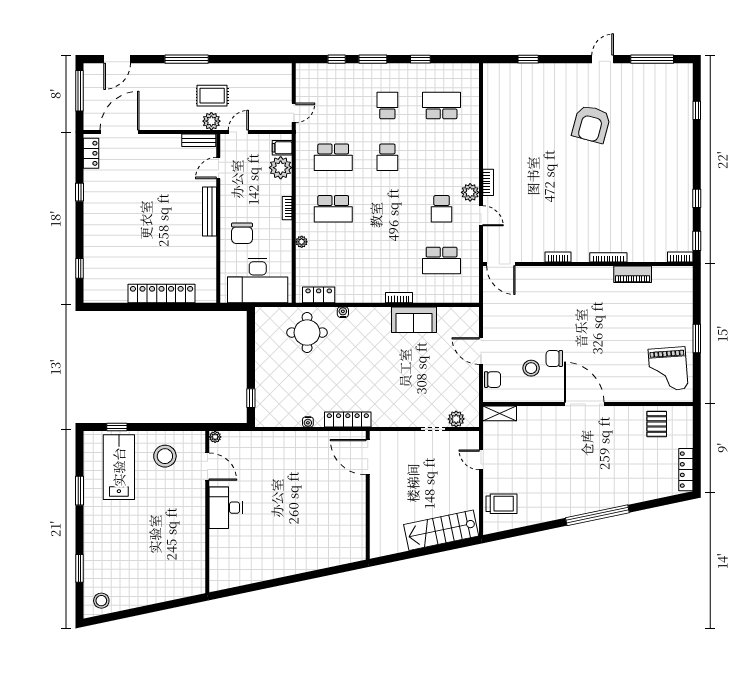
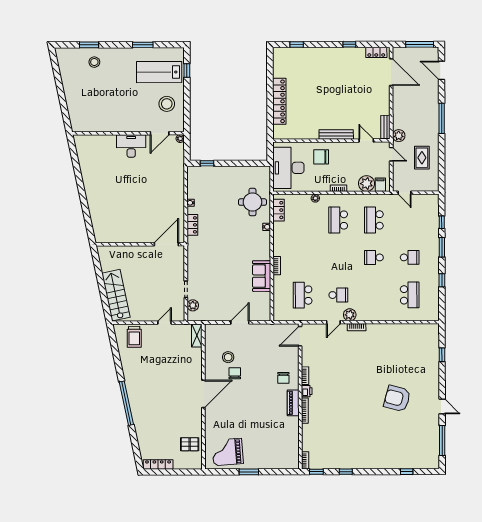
rug: (212, 96) -> (422, 158), moved
school desk: (442, 209) -> (338, 295), turned 180
printer: (580, 255) -> (307, 391), added
piano: (633, 274) -> (293, 403), moved
chair: (493, 380) -> (283, 378), moved
locker: (348, 420) -> (192, 225), width x0.66
lab bench: (119, 467) -> (159, 72), turned 180
stool: (101, 601) -> (94, 62), moved

